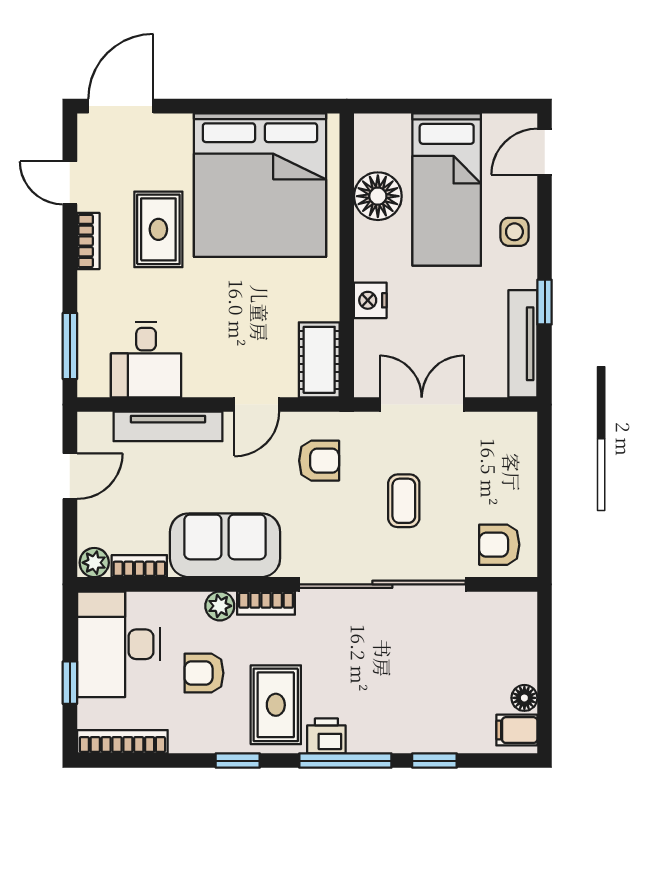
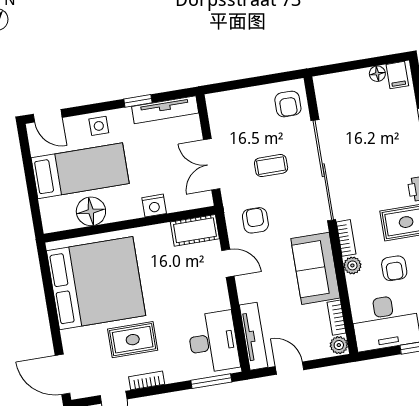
desk: (146, 360) -> (213, 342), width x1.37
tv unit: (168, 426) -> (254, 336), moved

